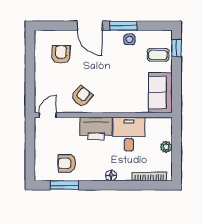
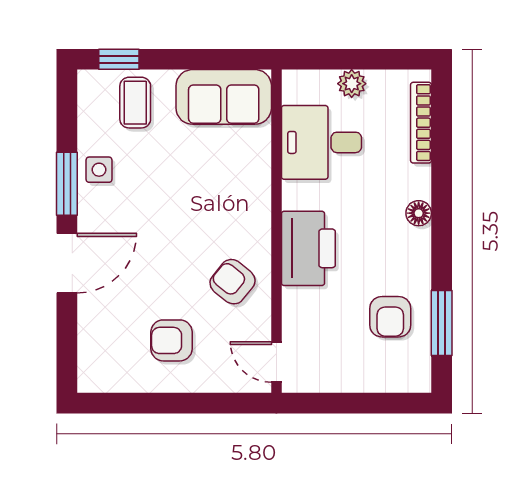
armchair: (61, 54) -> (172, 340), moved
desk: (129, 134) -> (321, 142), moved

